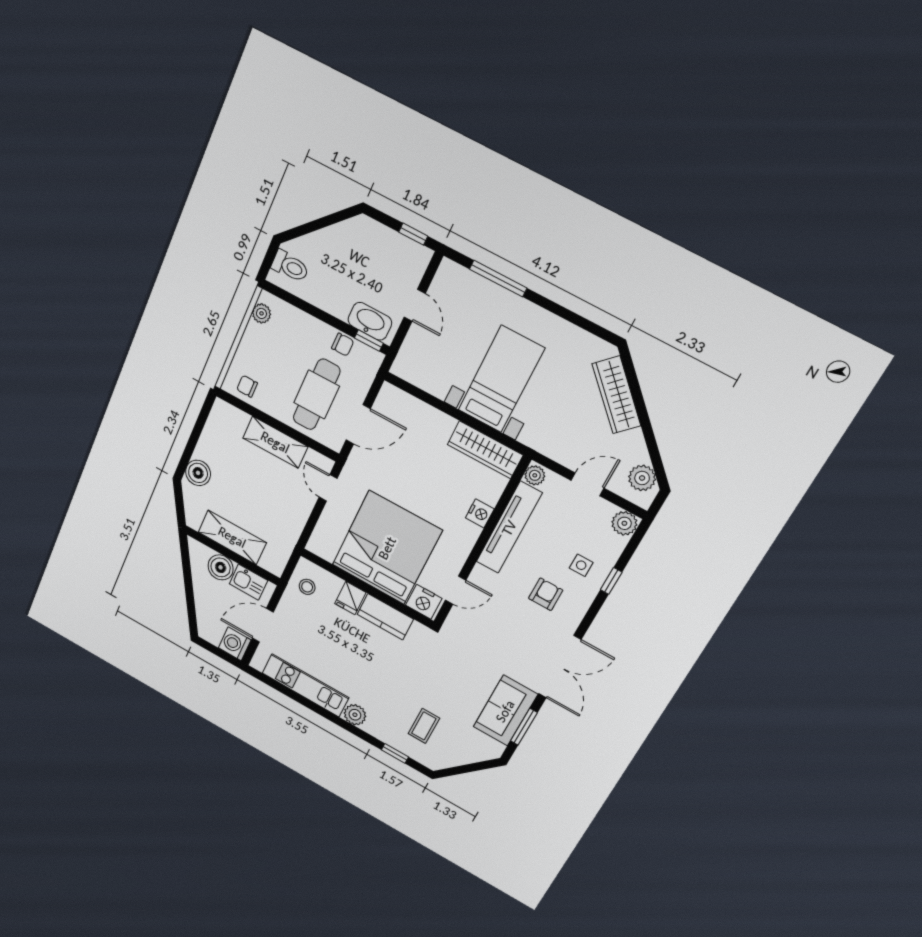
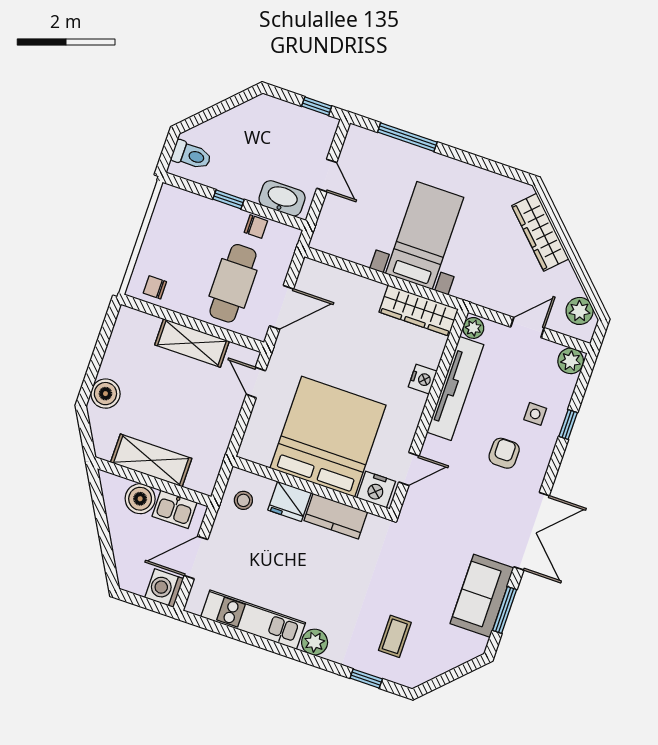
plant: (261, 313) -> (165, 208), removed
window: (369, 341) -> (229, 199), moved
fridge: (350, 598) -> (289, 501), width x1.38

